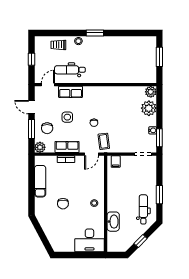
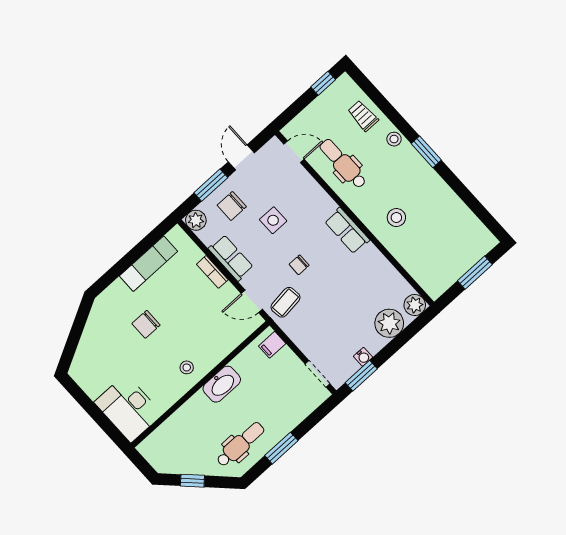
window: (31, 59) -> (323, 83), moved
stool: (110, 68) -> (396, 218), added
row of seats: (71, 92) -> (347, 231), moved
washbasin: (113, 222) -> (222, 384), moved

